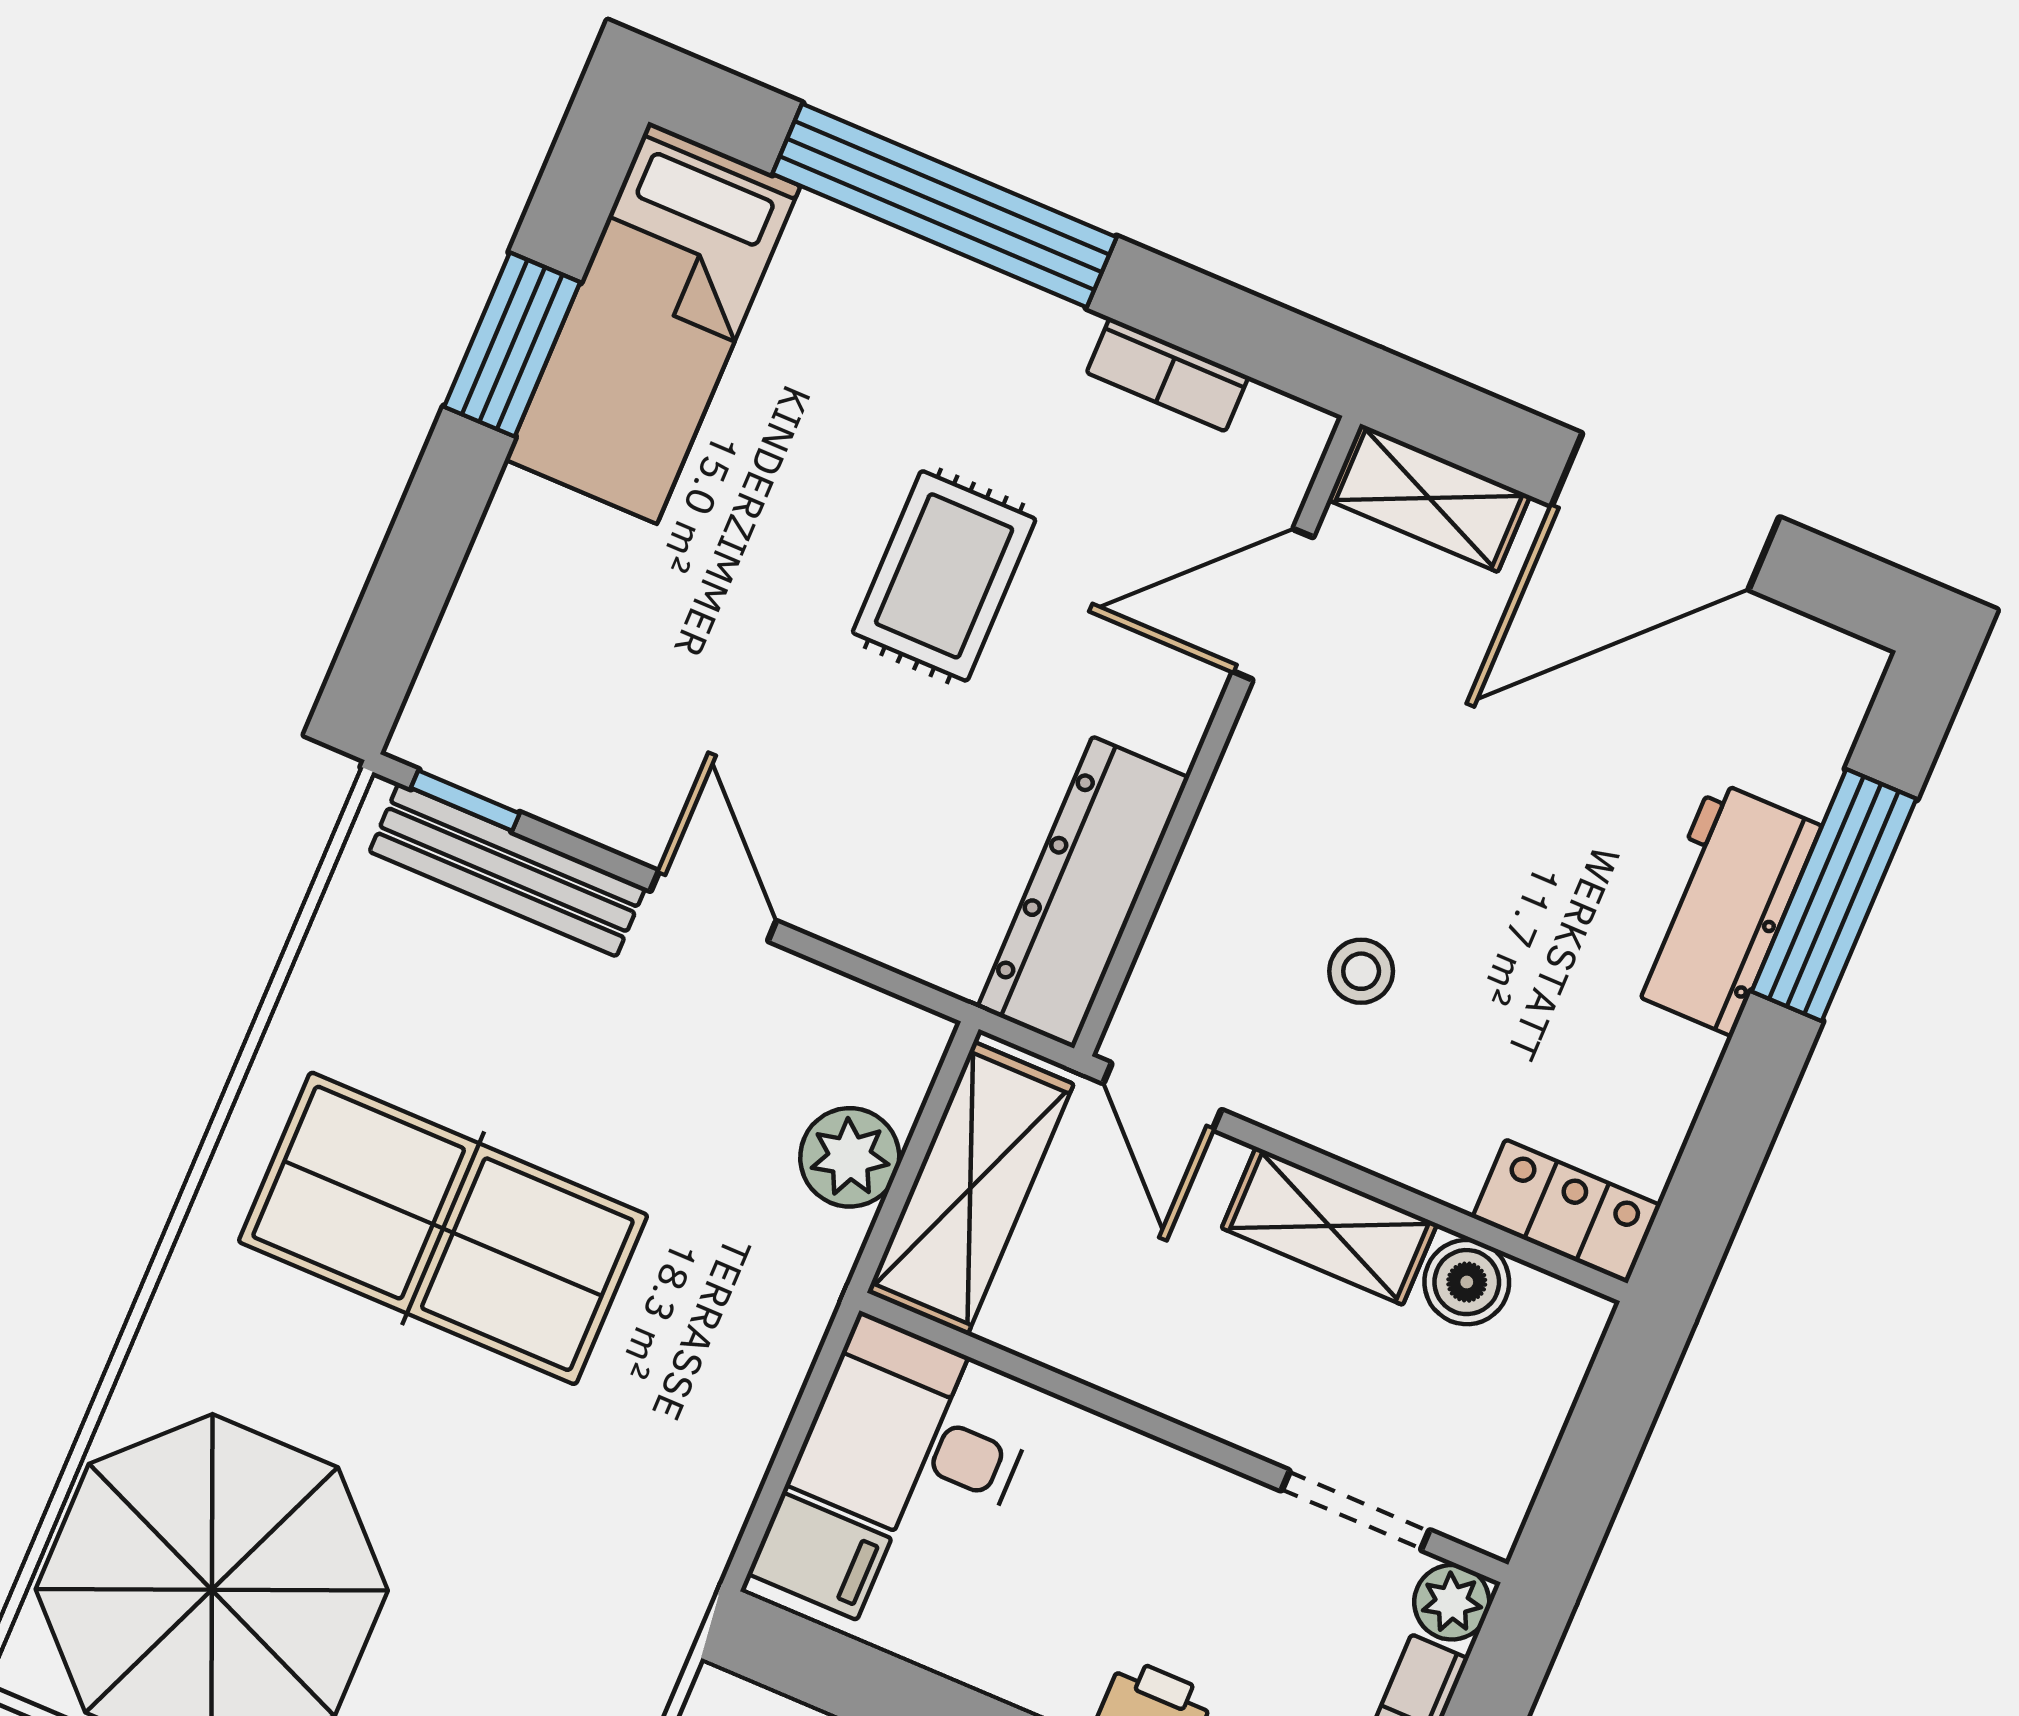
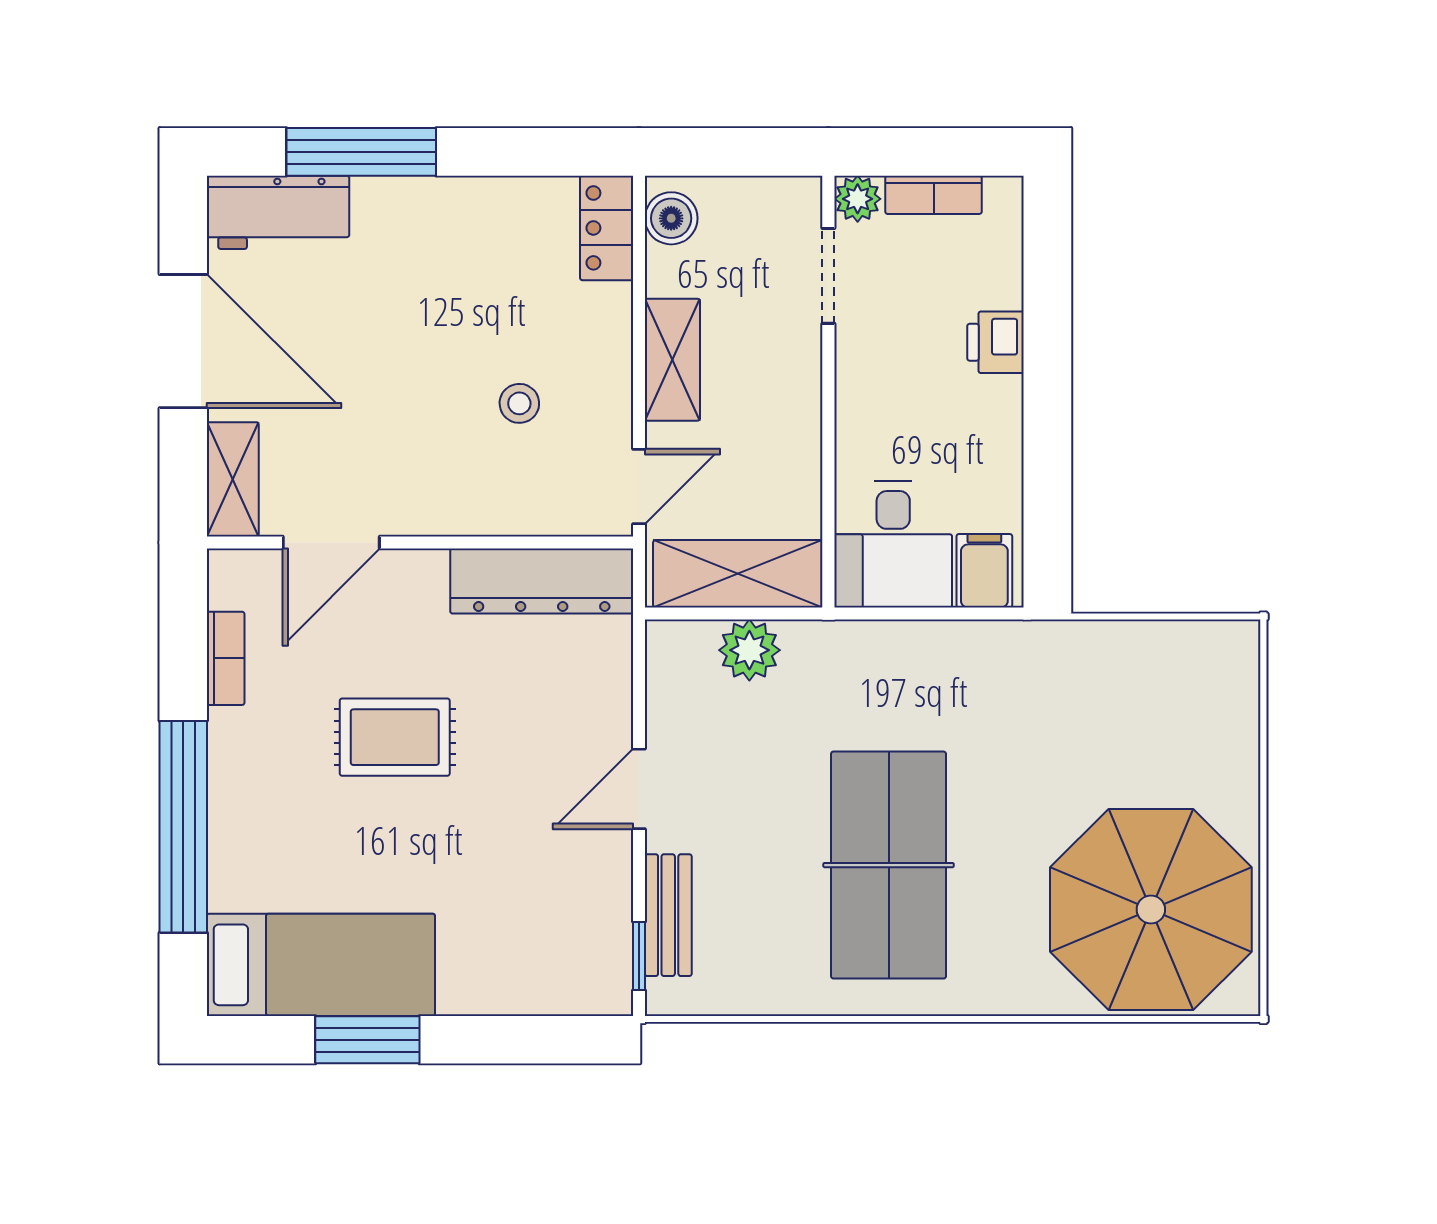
door: (1273, 604) -> (331, 543), hinge flipped
bench: (507, 870) -> (668, 915), width x0.73
workbench: (1723, 908) -> (278, 212), moved
boiler: (1467, 1282) -> (671, 218), moved

